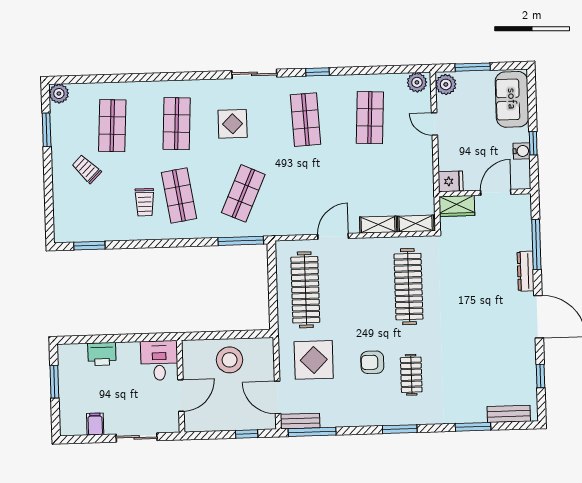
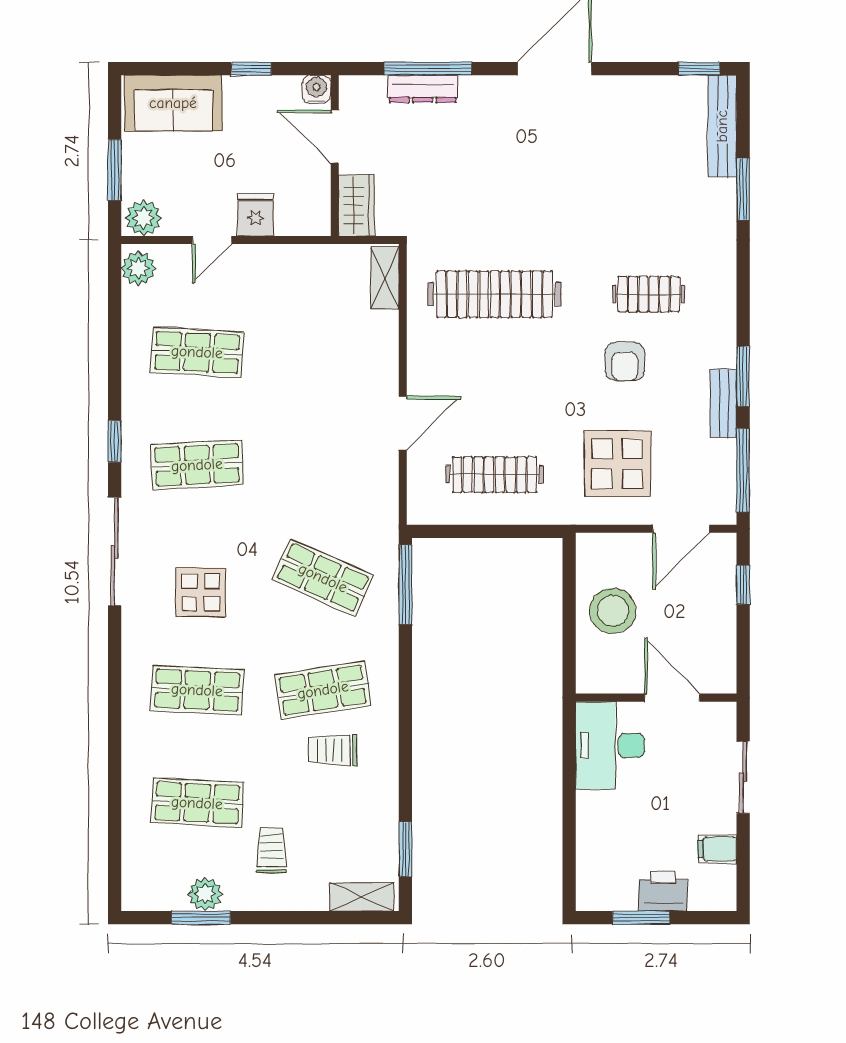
sliding door: (254, 74) -> (115, 552), width x1.37
plant: (59, 94) -> (205, 894), moved
water cooler: (521, 151) -> (316, 89), moved
trolley: (86, 169) -> (271, 850), turned 135
fridge: (451, 181) -> (256, 215), moved
trolley: (145, 202) -> (333, 750), turned 180
shelving: (378, 225) -> (362, 897), moved, turned 90
door: (333, 236) -> (403, 423), swing flipped
dresser: (526, 271) -> (423, 89), moved
clothes rail: (305, 290) -> (495, 475), width x0.73, depth x0.76
printer: (102, 354) -> (663, 891), moved, turned -90
desk: (159, 361) -> (610, 745), width x1.37
window: (540, 376) -> (699, 69), moved
bench: (509, 414) -> (722, 126), width x1.36
bench: (300, 421) -> (724, 403), moved
window: (400, 429) -> (743, 376), moved

